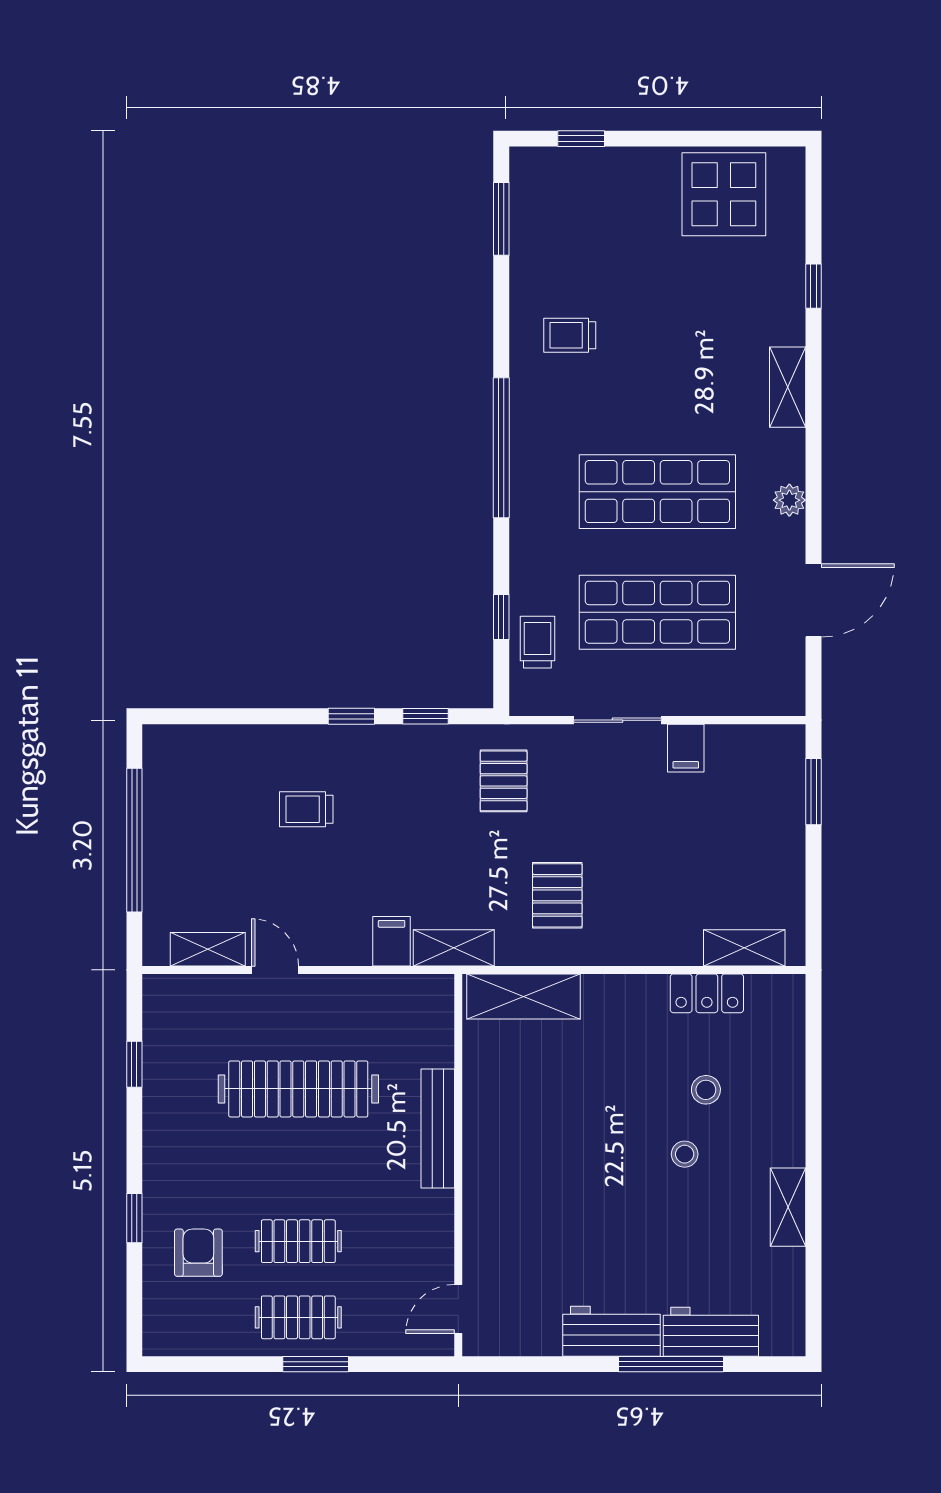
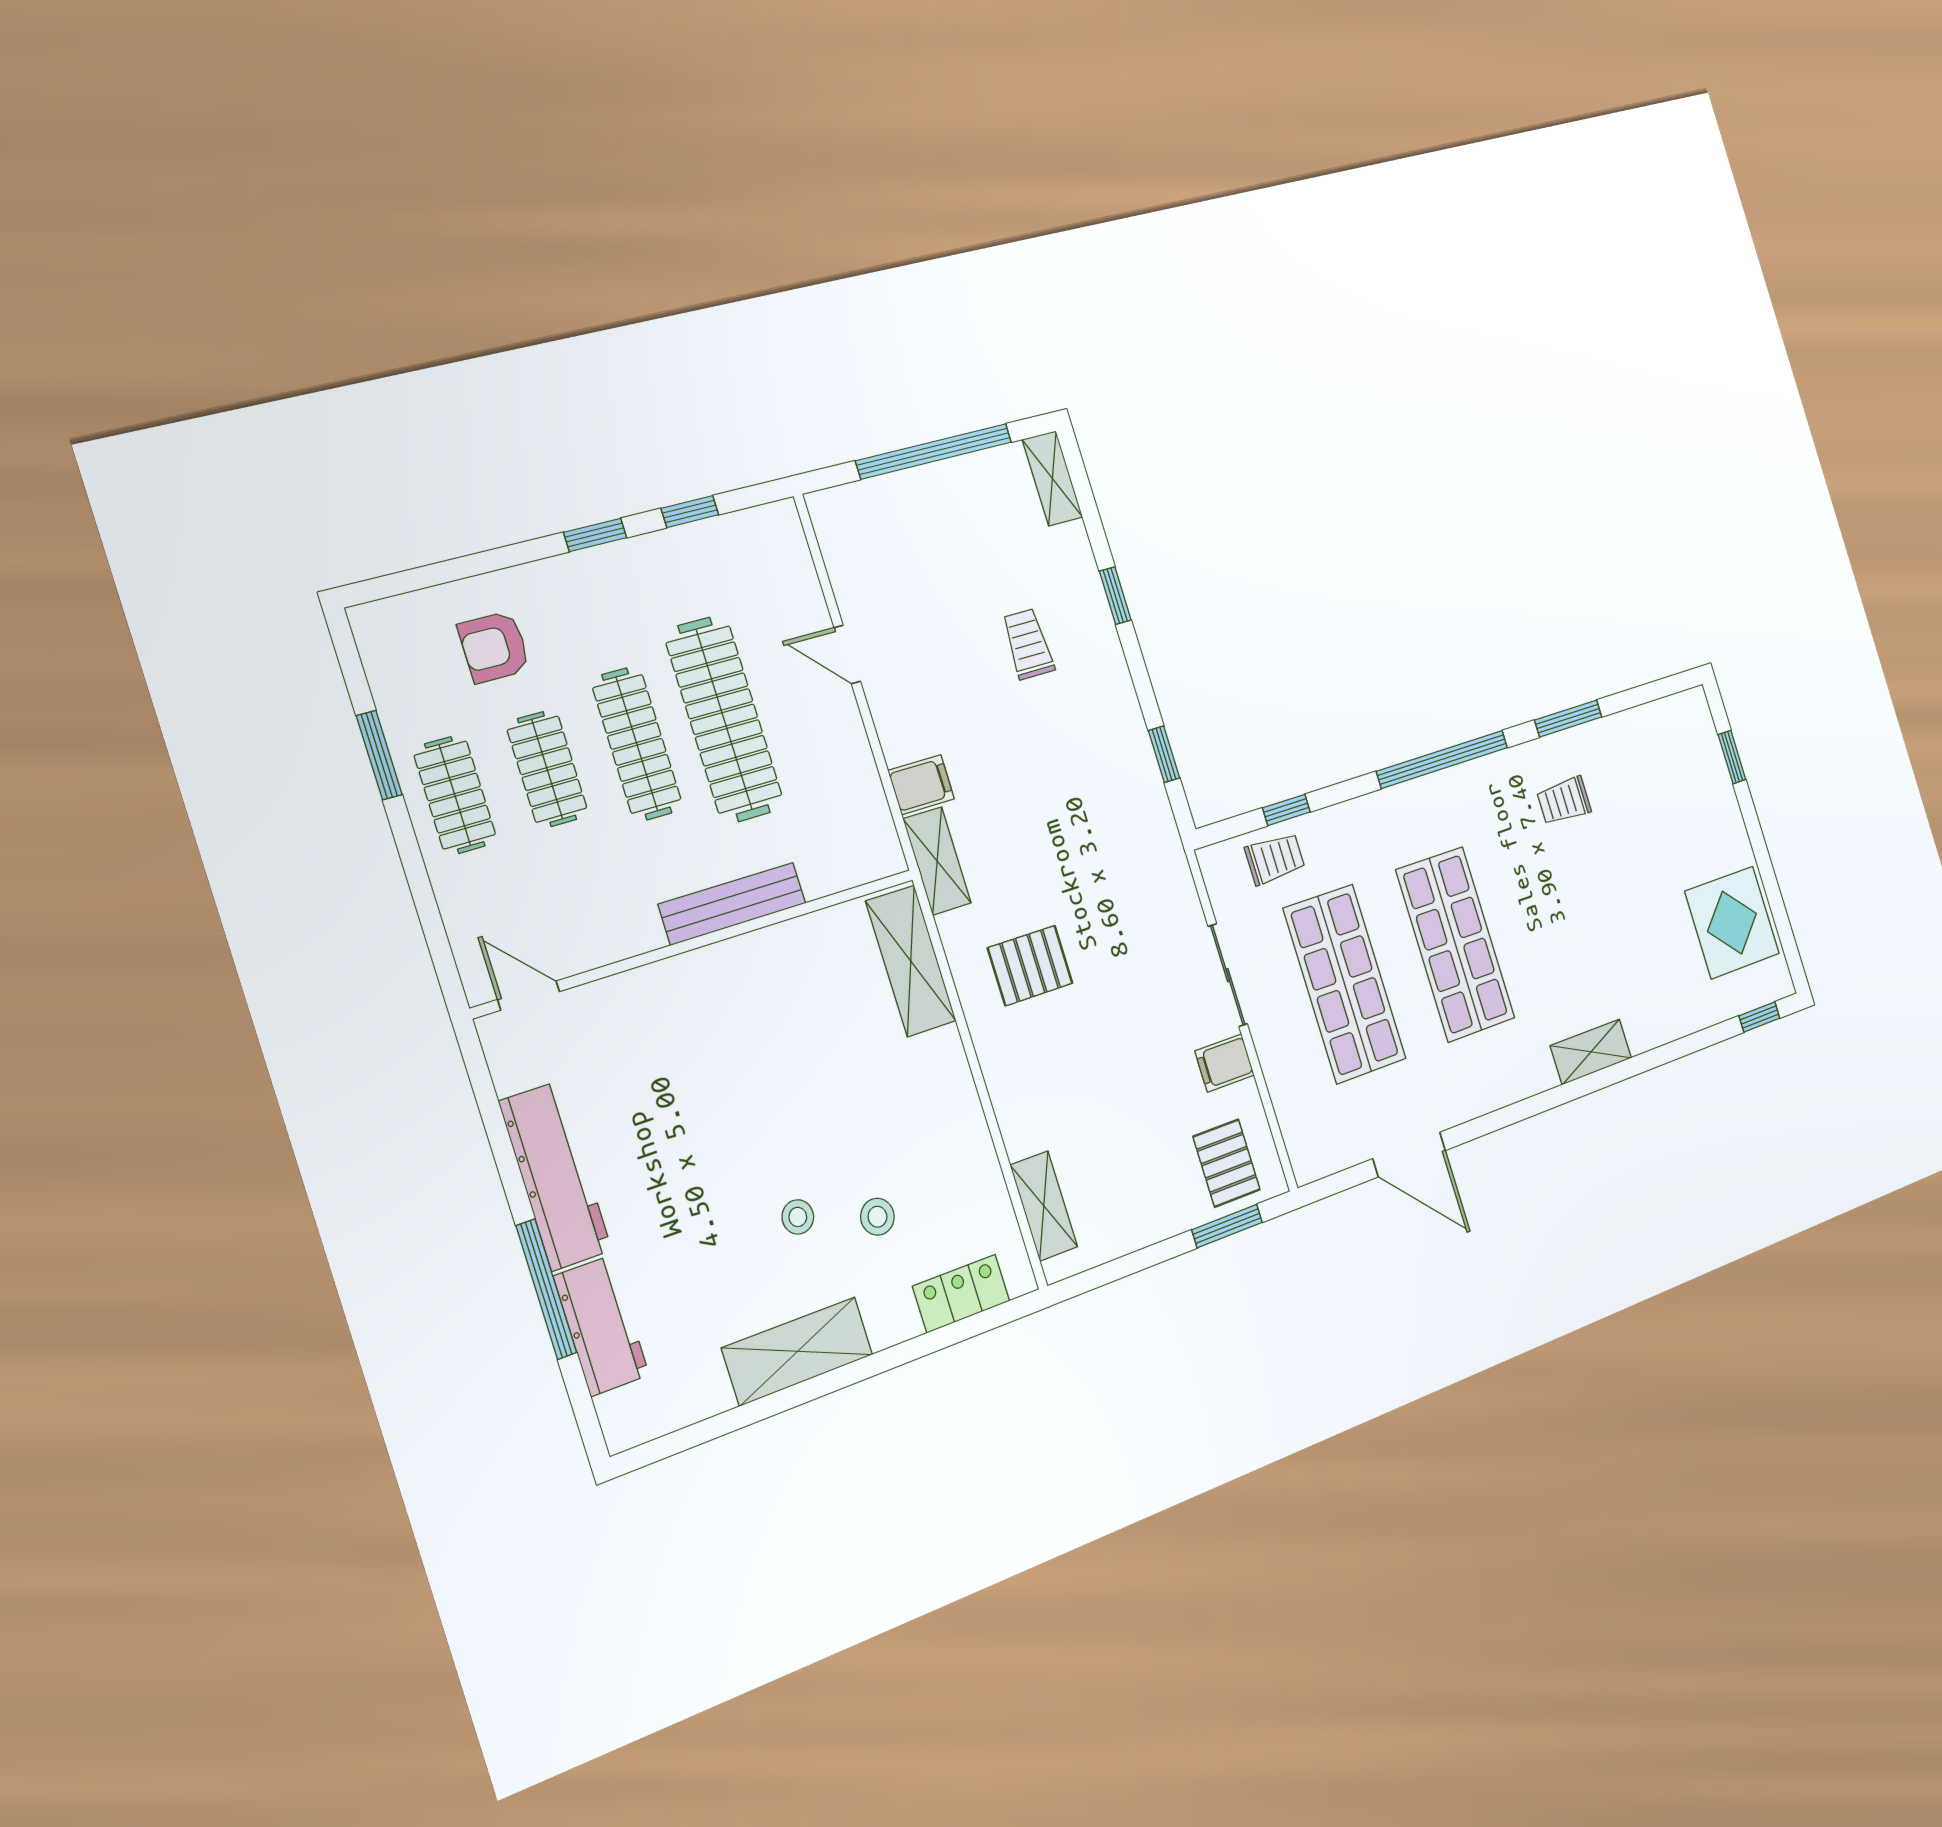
window: (501, 219) -> (1568, 719), moved
window: (813, 286) -> (1759, 1017), moved
trolley: (570, 335) -> (1564, 801), turned -90
plant: (789, 500) -> (1492, 1092), removed
window: (351, 716) -> (1115, 596), moved
pallet: (504, 781) -> (1227, 1163), moved, turned 90
shelving: (208, 949) -> (1052, 478), moved
door: (275, 970) -> (847, 655), swing flipped
locker: (707, 993) -> (961, 1294), moved, turned 90
clothes rail: (298, 1165) -> (637, 744), added
shelving: (788, 1207) -> (798, 1351), width x1.50, depth x1.33
window: (134, 1218) -> (595, 535), moved
armchair: (198, 1253) -> (494, 647), turned 180
workbench: (612, 1331) -> (555, 1176), width x1.37
window: (316, 1364) -> (379, 755), moved

